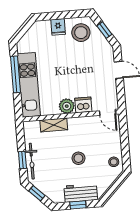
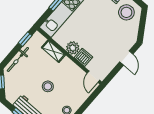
window: (104, 30) -> (142, 25), removed
window: (22, 160) -> (25, 39), moved

